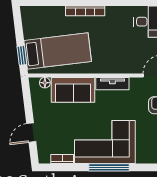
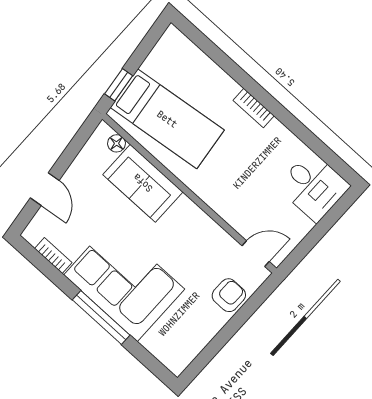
bookcase: (85, 11) -> (254, 108), width x0.64
tv unit: (112, 84) -> (198, 219), removed
door: (31, 133) -> (45, 189), swing flipped

